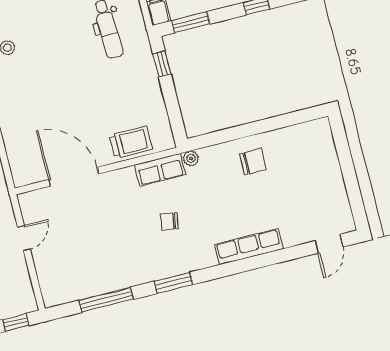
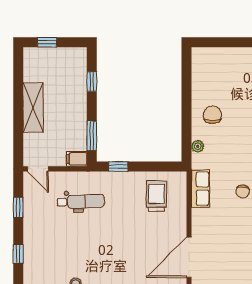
trolley: (131, 142) -> (156, 196), moved
plant: (191, 158) -> (198, 146), moved

